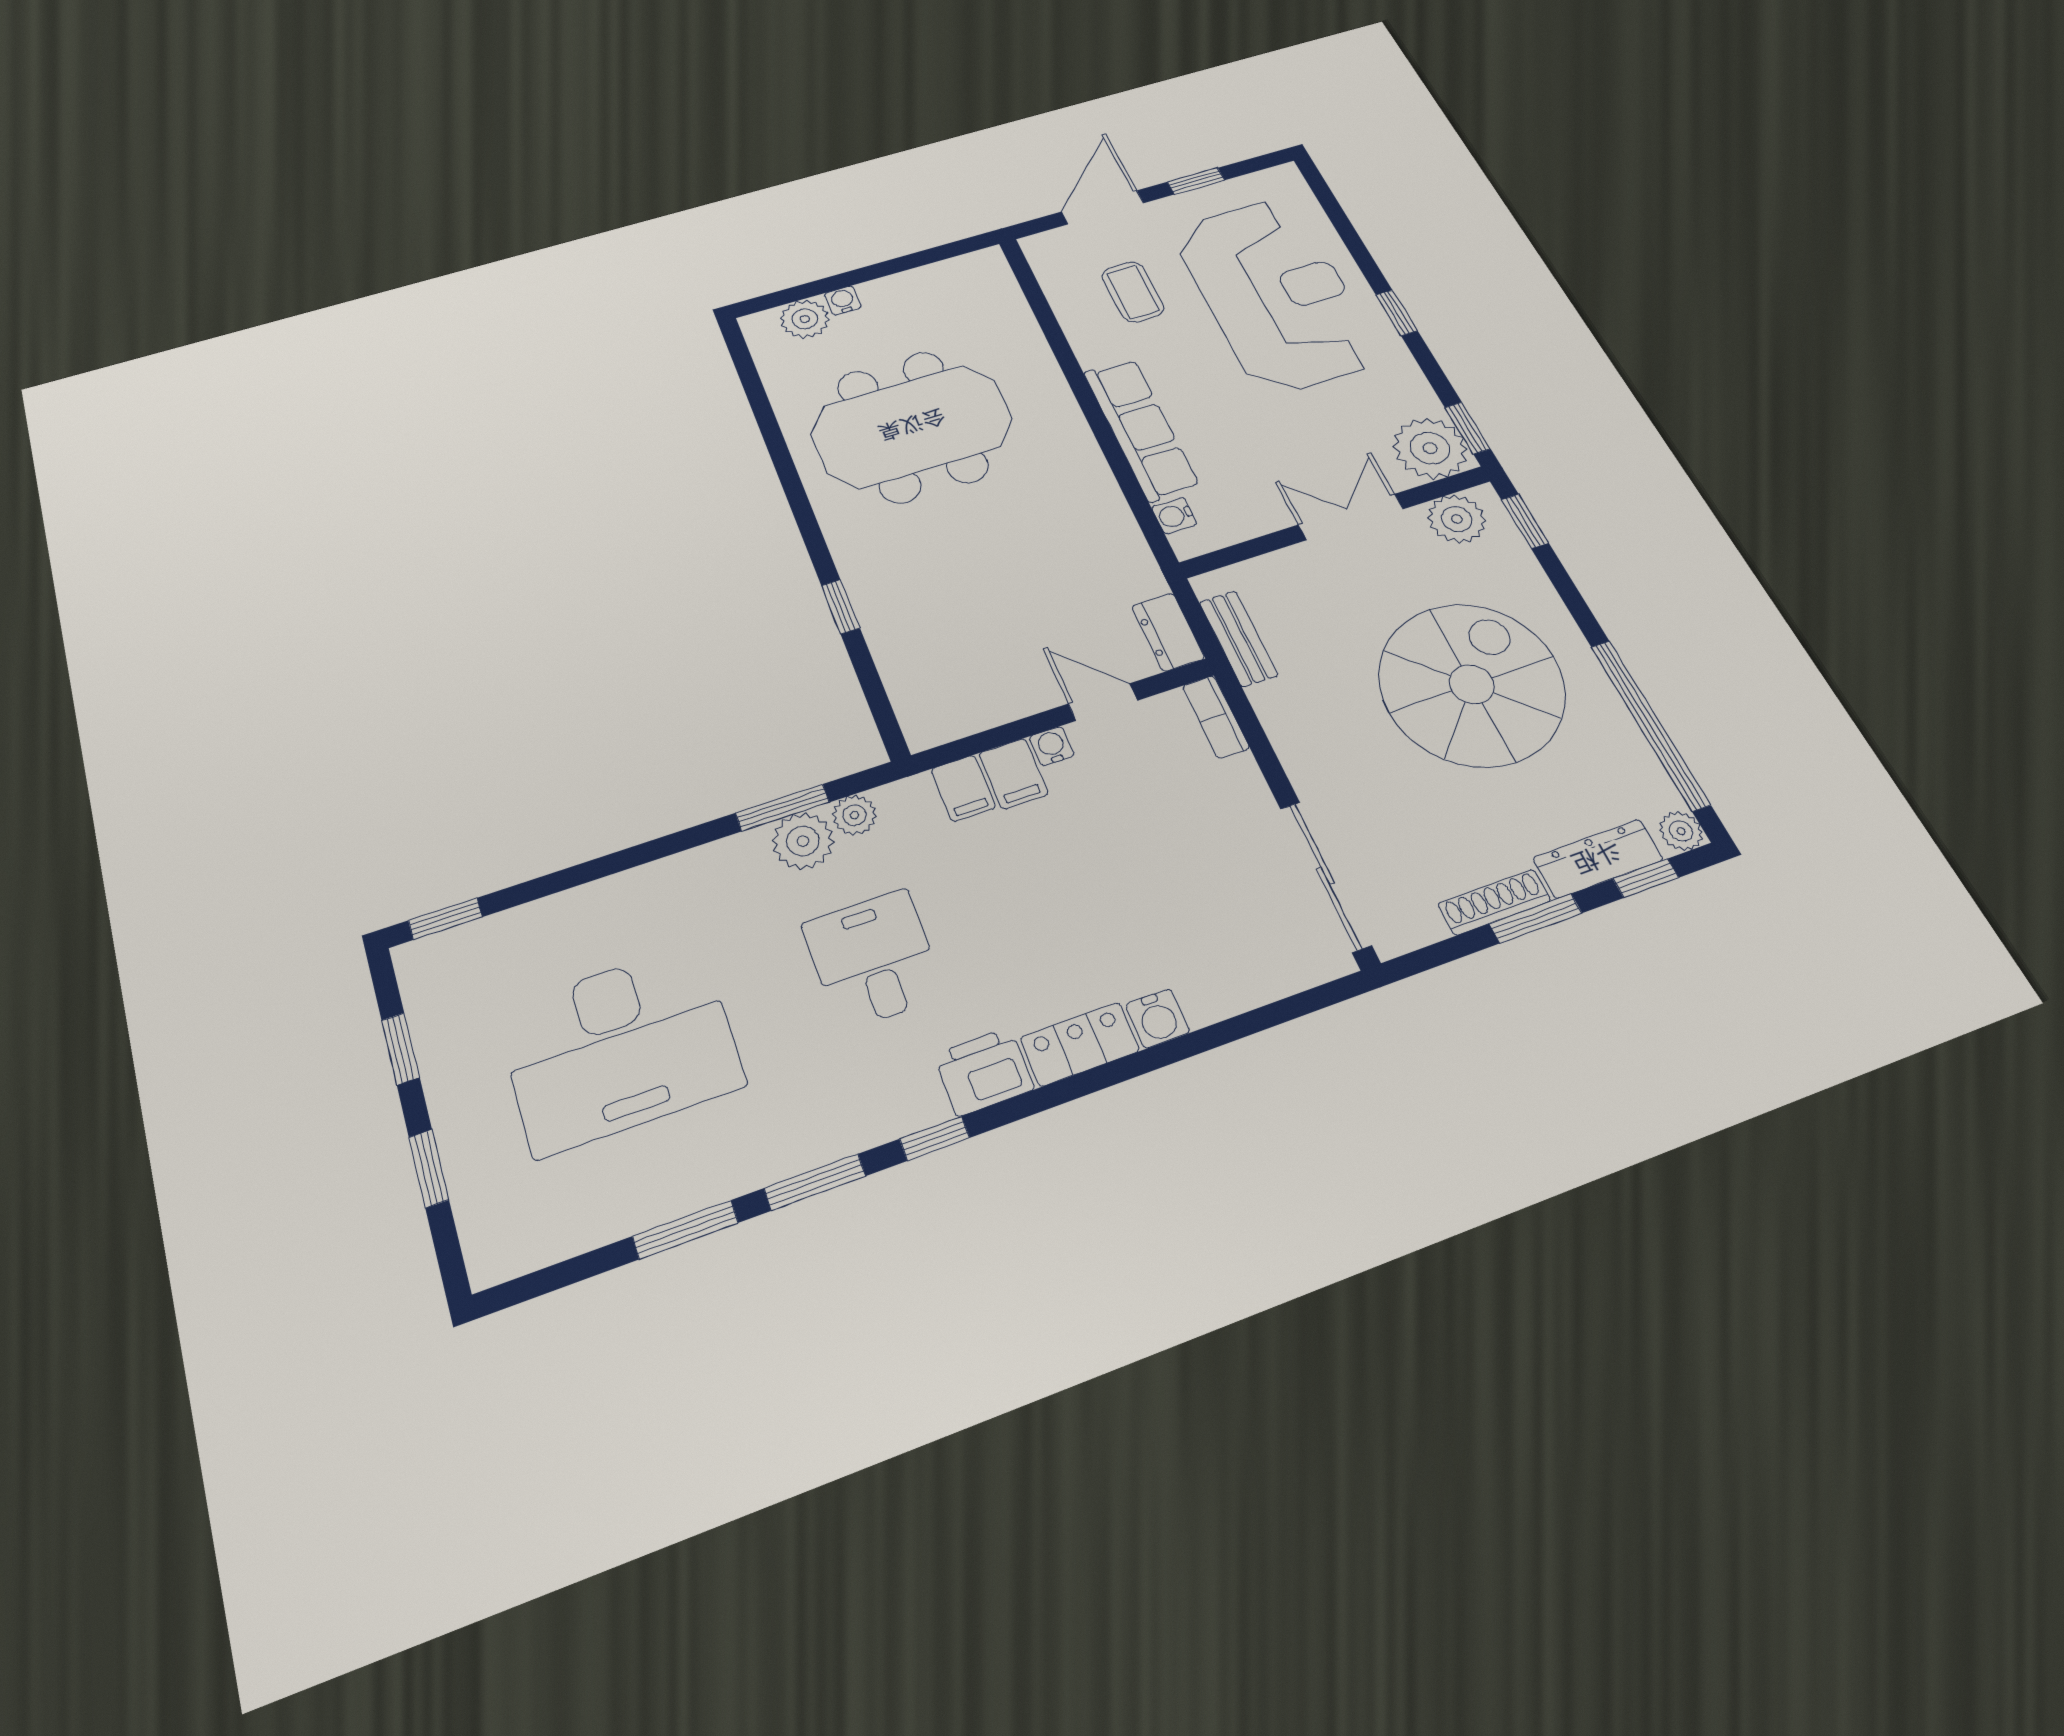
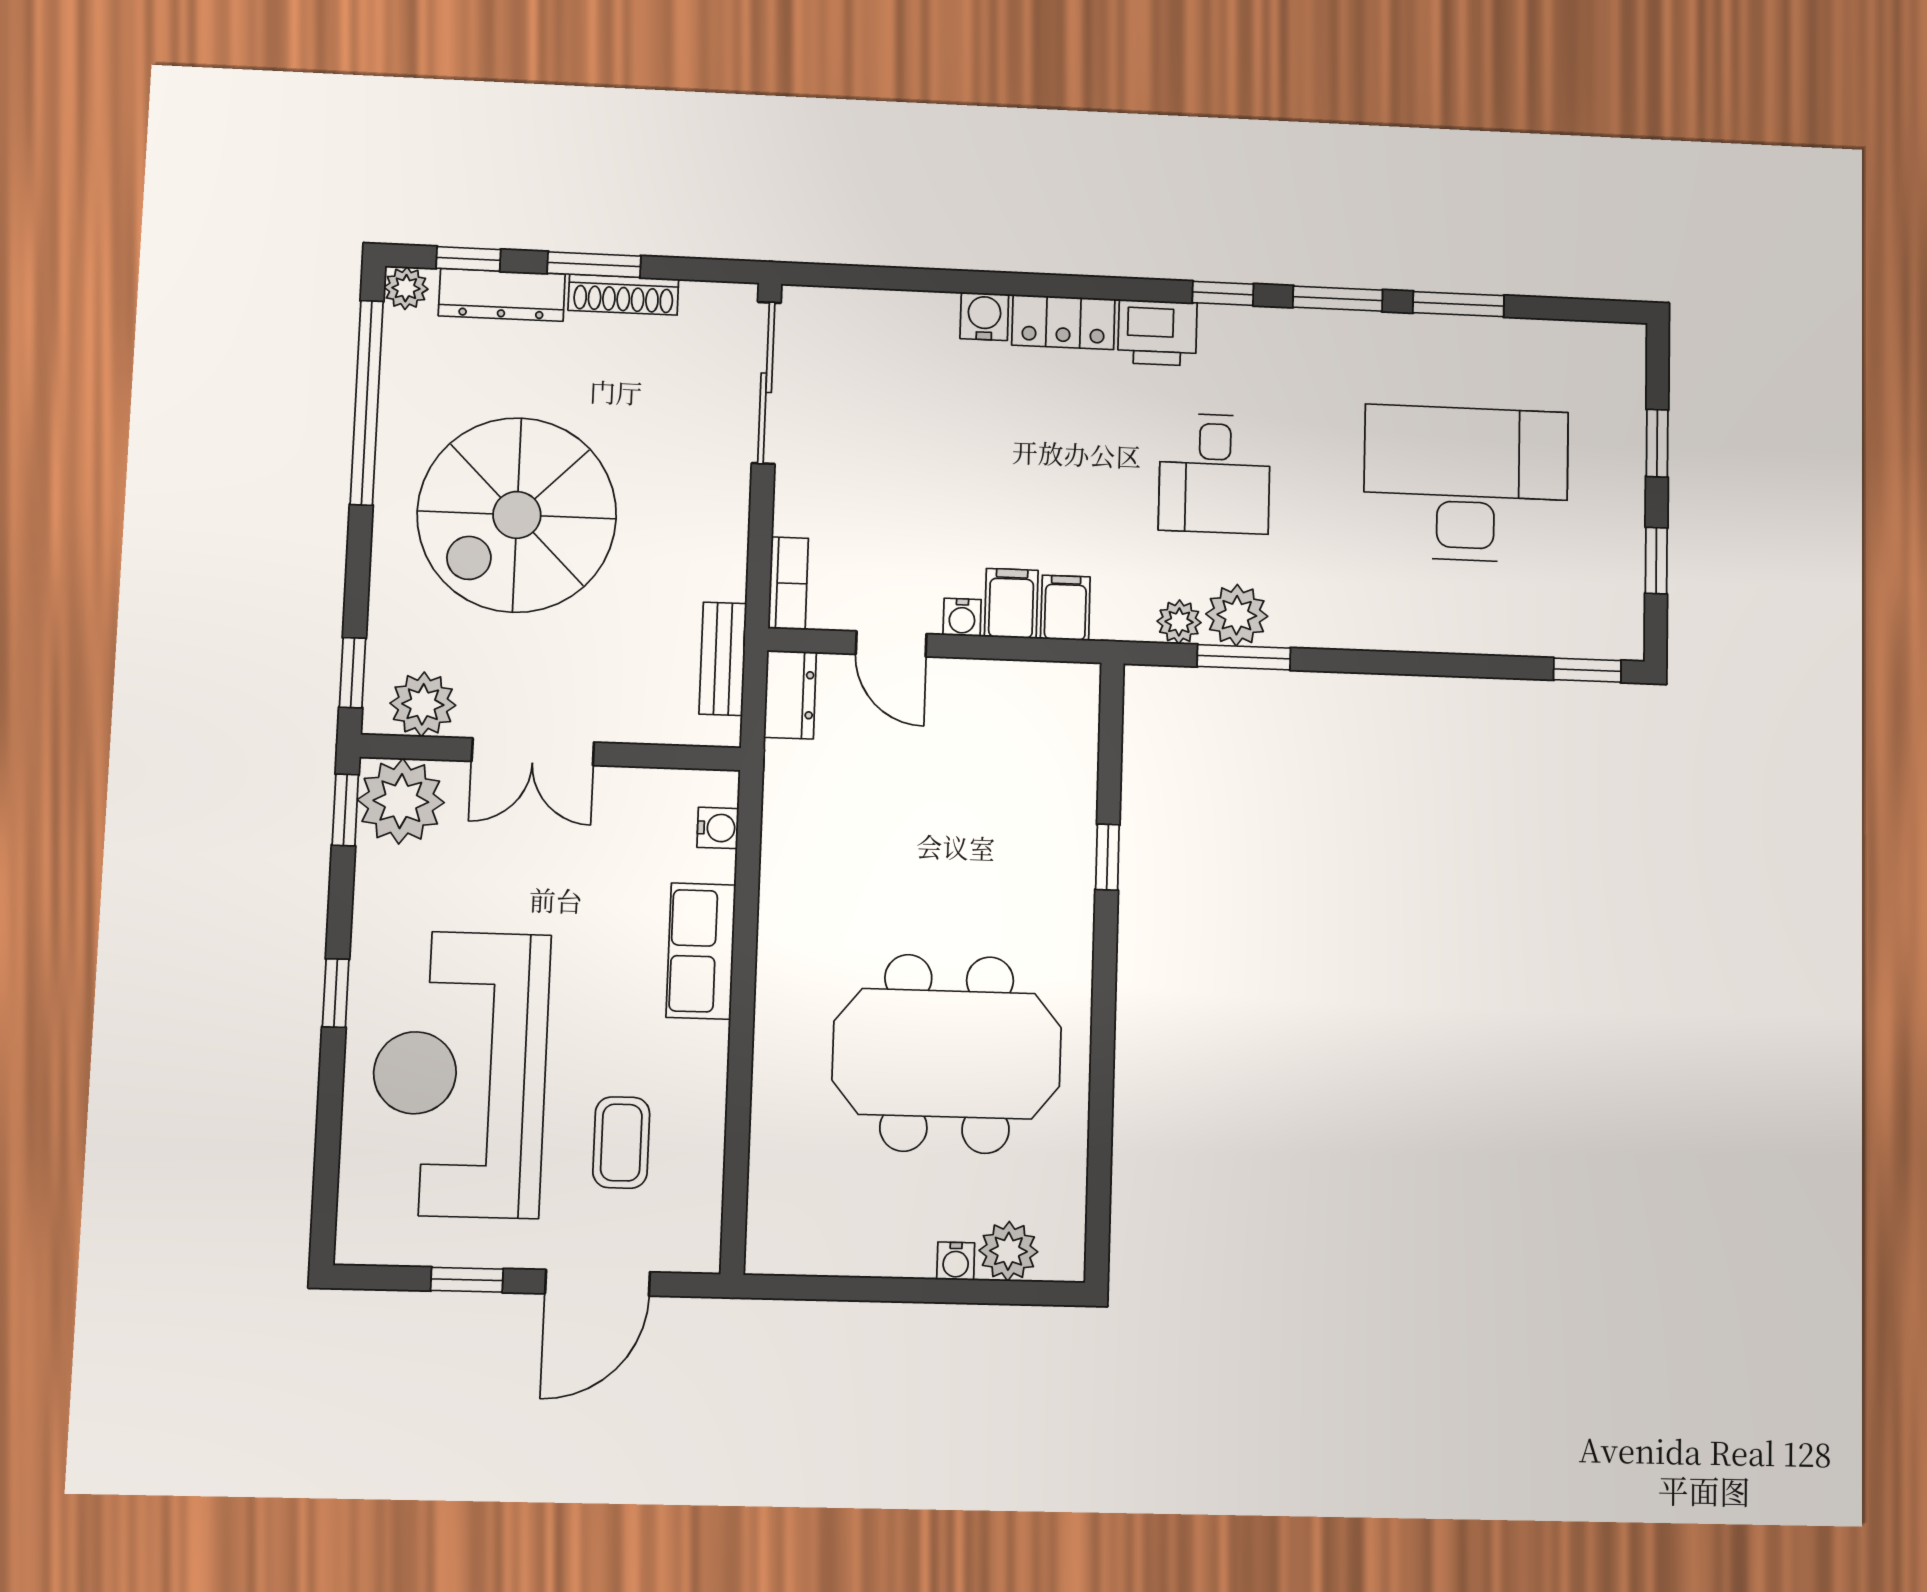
row of seats: (1141, 429) -> (701, 951), width x0.68

